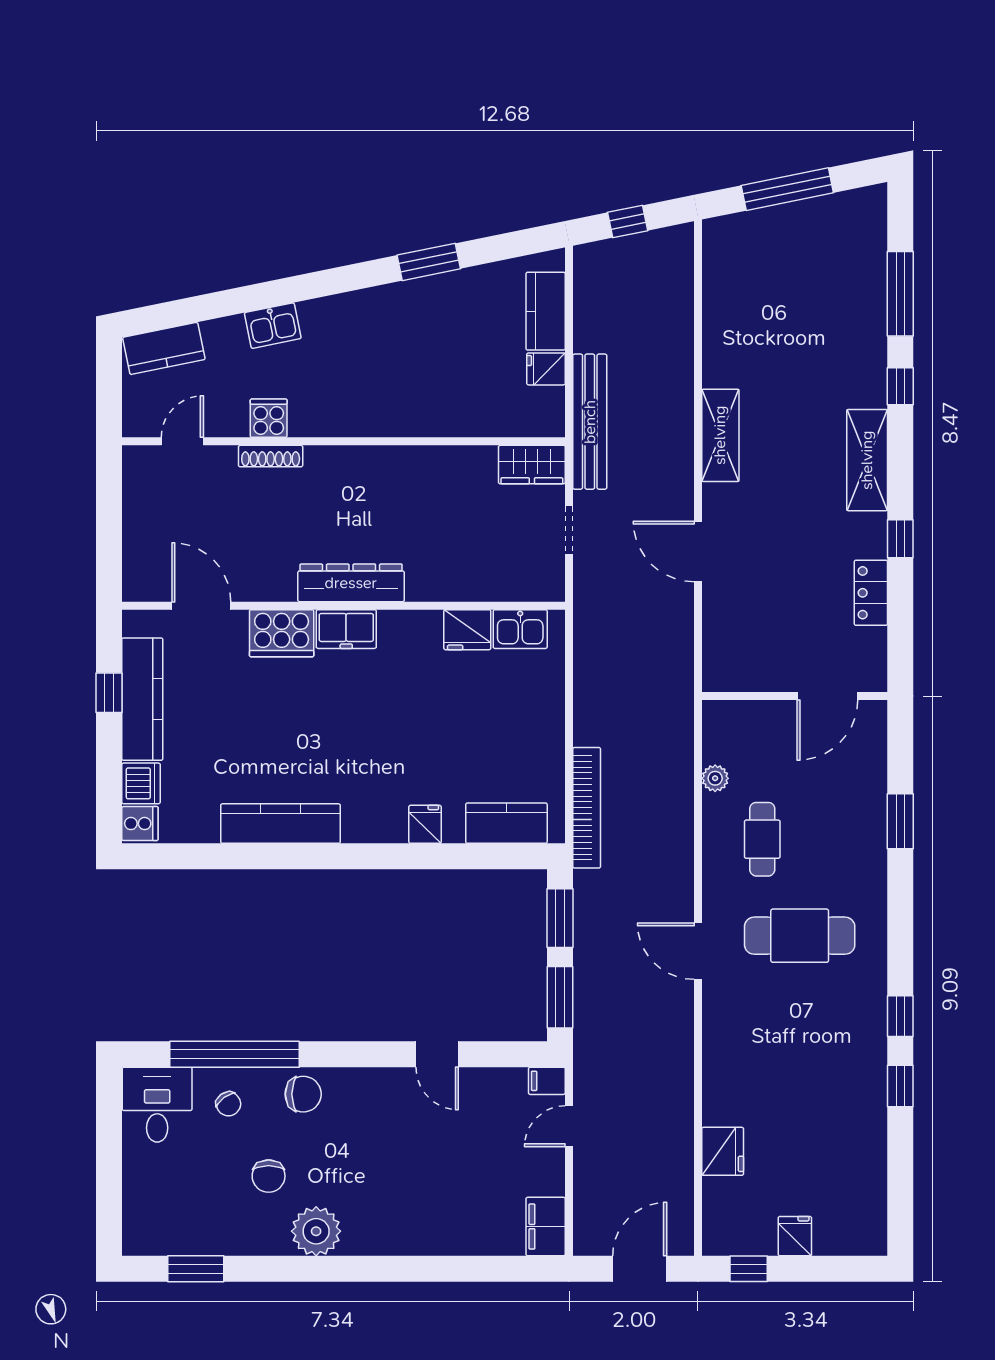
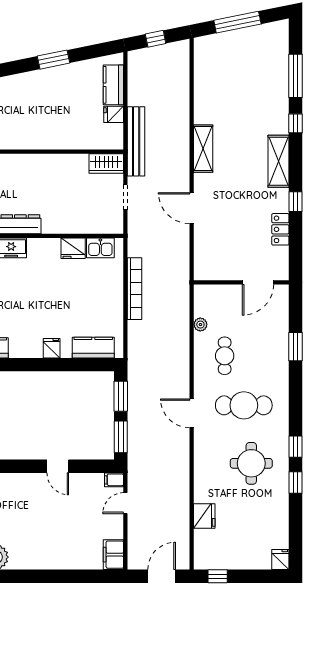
bookcase: (587, 808) -> (134, 289), moved
round table: (814, 1049) -> (251, 463), added
fridge: (795, 1236) -> (280, 560), moved

